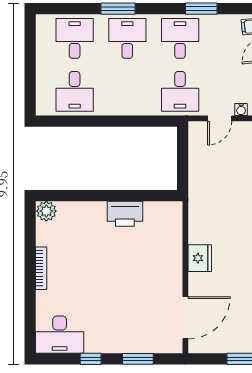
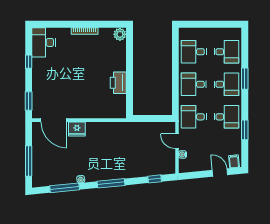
desk: (127, 91) -> (194, 84), added
fridge: (200, 258) -> (77, 129), moved
window: (138, 359) -> (29, 101), moved

